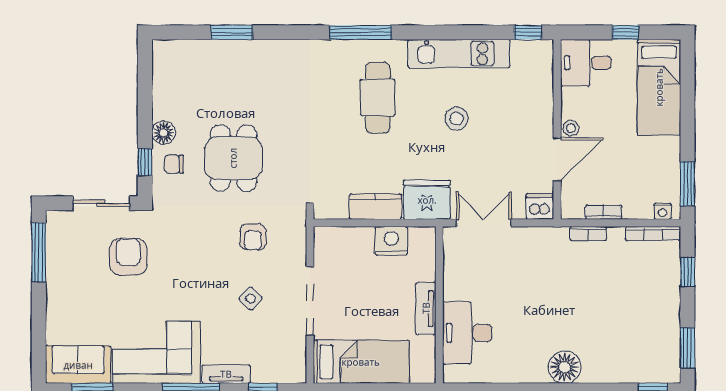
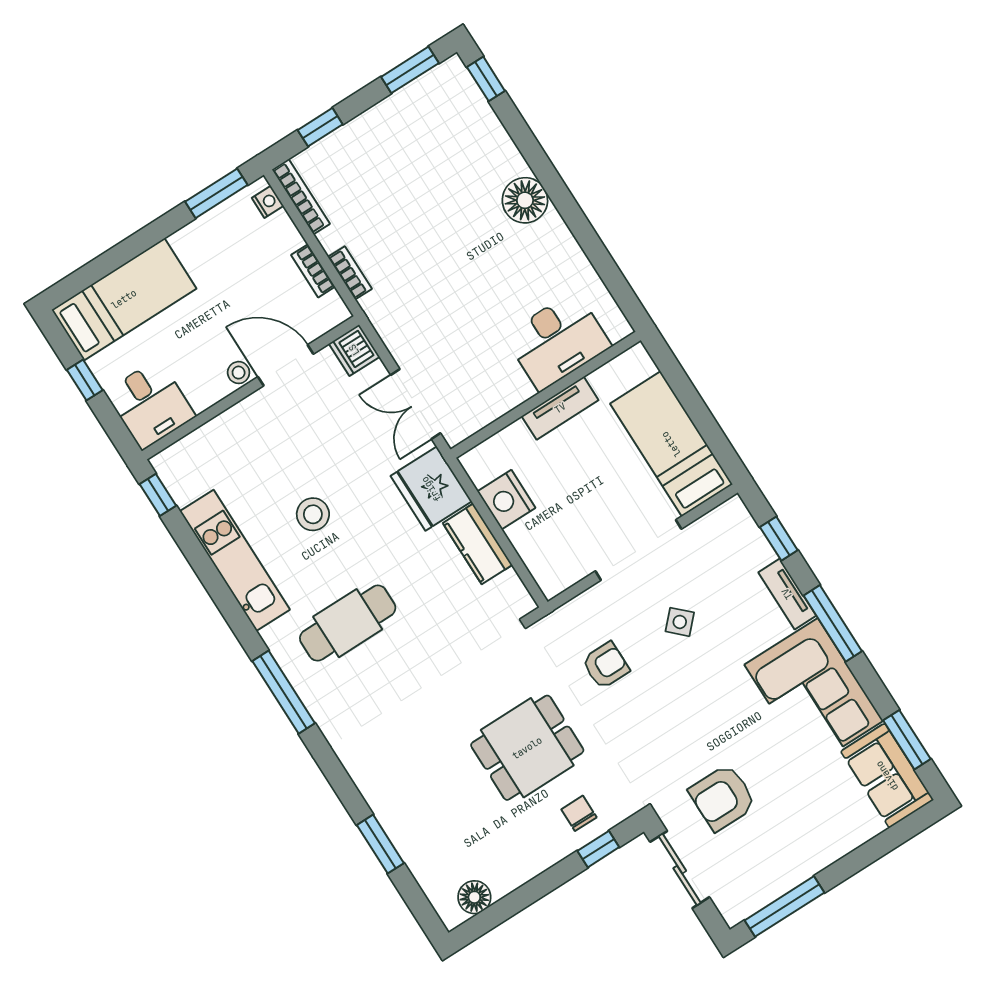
floor lamp: (164, 133) -> (474, 897), moved
chair: (174, 164) -> (579, 813), turned 180

